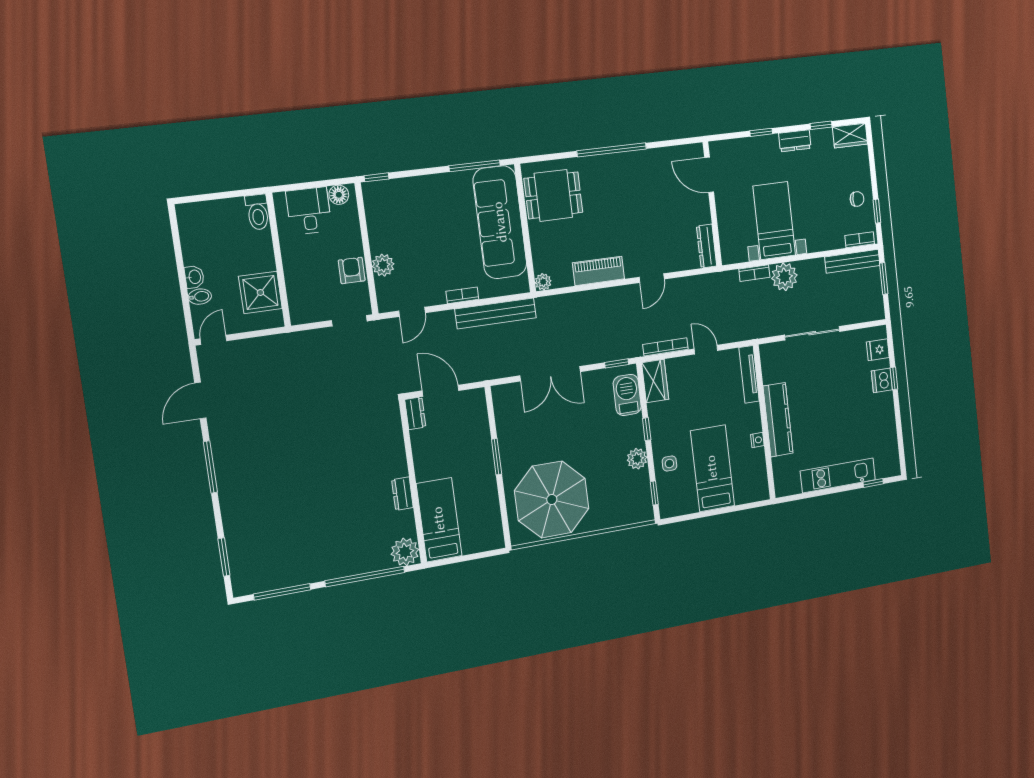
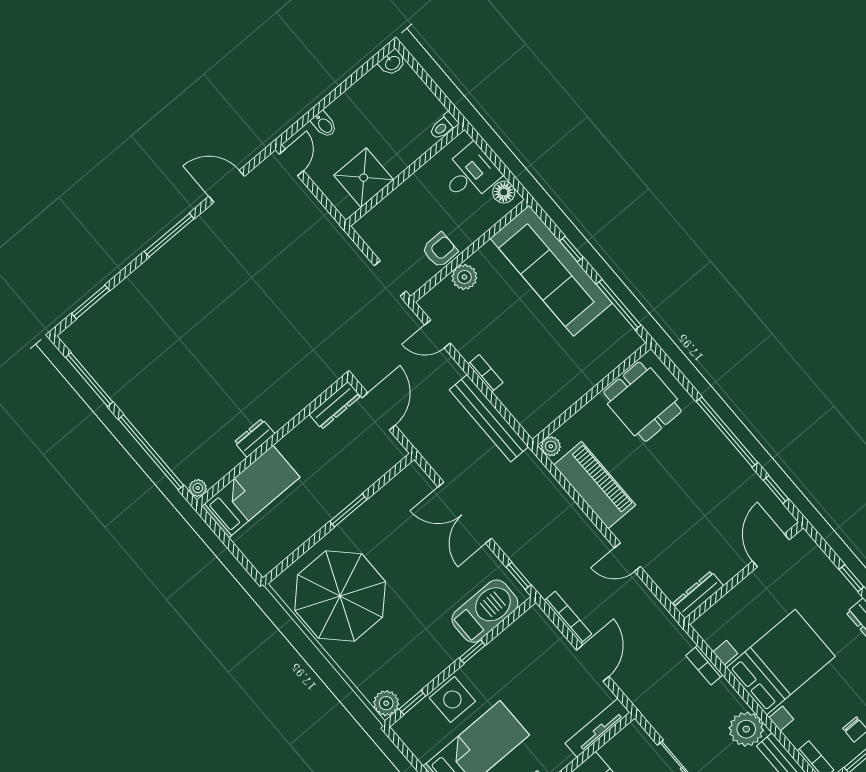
window: (671, 143) -> (776, 489), added
window: (377, 177) -> (571, 249), moved
toilet: (258, 212) -> (444, 126), width x0.73, depth x0.72
bed with nightstands: (774, 221) -> (781, 662), width x1.36
sofa: (500, 222) -> (551, 271), moved, turned -90
piano: (599, 271) -> (595, 485), width x1.37, depth x1.33
washbasin: (194, 277) -> (392, 63), moved
plant: (784, 277) -> (746, 729), moved
door: (214, 340) -> (291, 162), hinge flipped
door: (706, 350) -> (593, 663), width x1.38
wardrobe: (655, 381) -> (527, 629), removed
barbecue: (627, 395) -> (485, 611), width x1.37, depth x1.21
dresser: (415, 413) -> (335, 405), width x1.44
plant: (637, 459) -> (386, 703), moved
side table: (669, 463) -> (452, 699), width x1.87, depth x1.87
plant: (405, 552) -> (198, 488), width x0.53, depth x0.53

